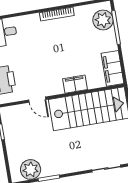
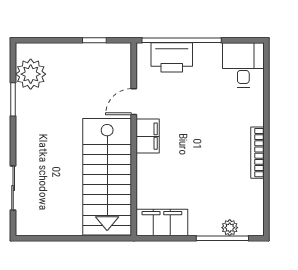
plant: (103, 20) -> (230, 228), width x0.53, depth x0.53
filing cabinet: (75, 84) -> (148, 136), moved

